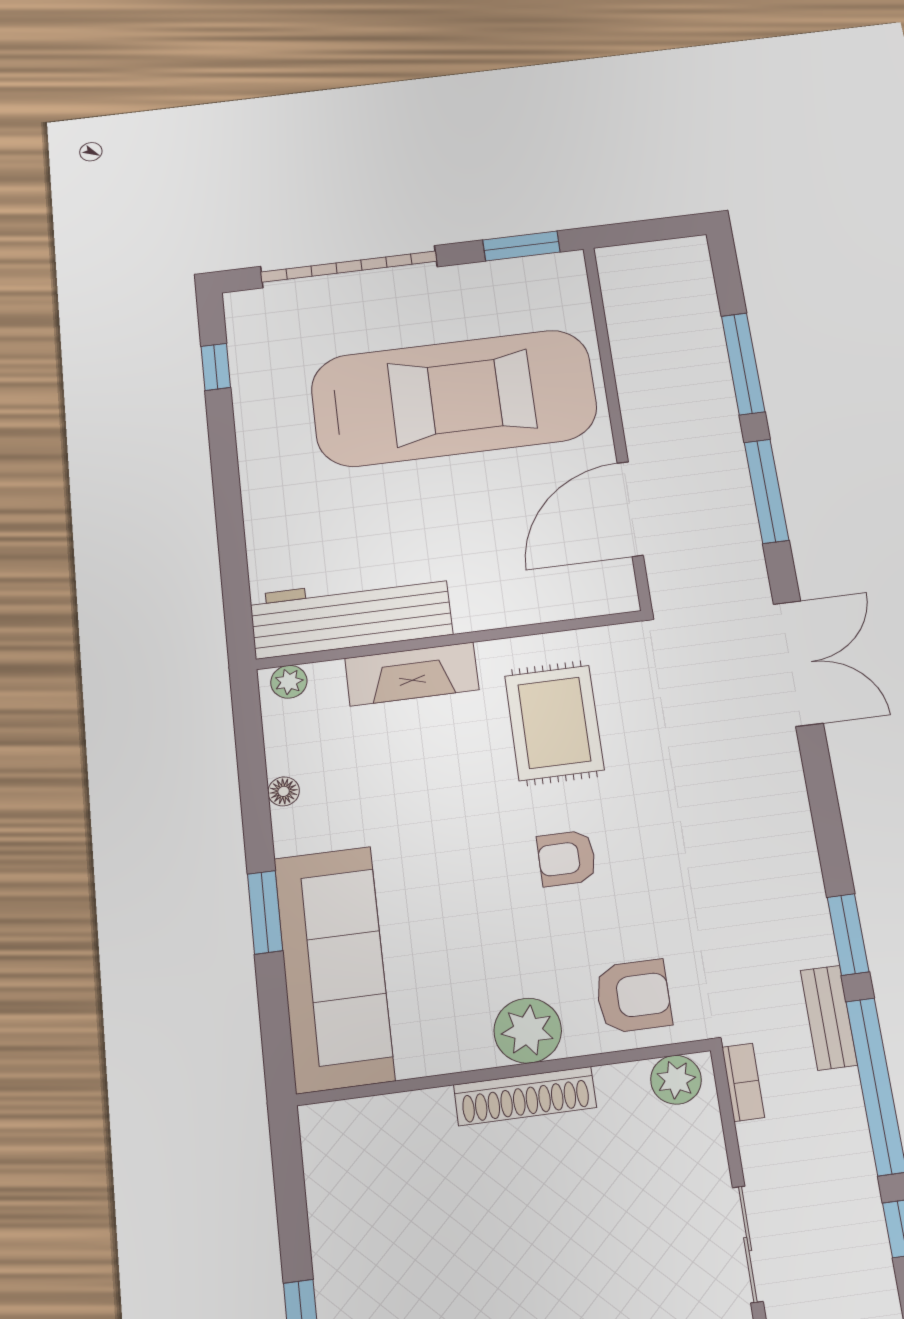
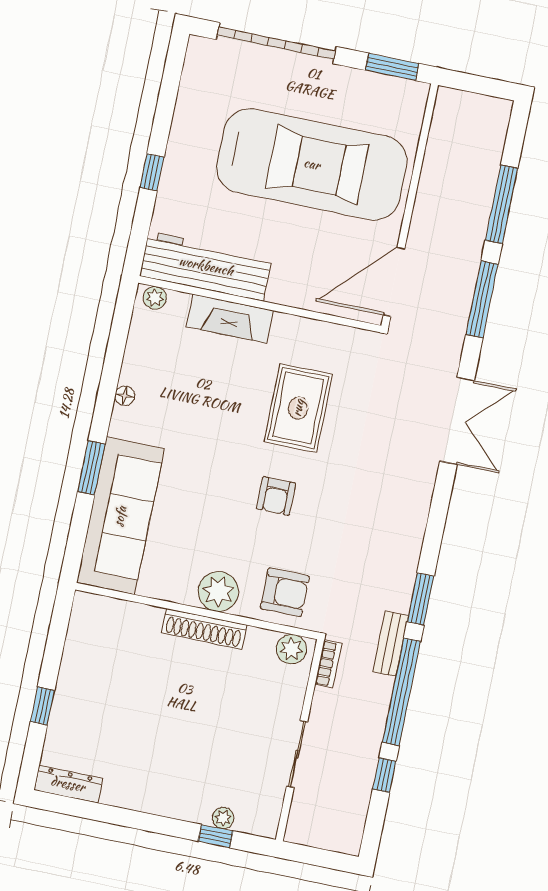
window: (216, 367) -> (152, 172), moved
workbench: (351, 615) -> (206, 266), moved
wall: (450, 640) -> (260, 304), moved
fireplace: (412, 674) -> (230, 319), moved
plant: (289, 682) -> (155, 298), moved
armchair: (567, 858) -> (276, 496), turned -90

